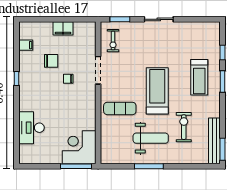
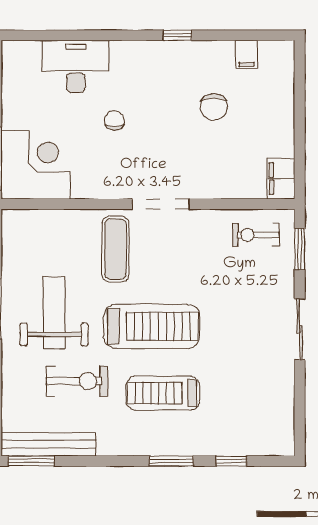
filing cabinet: (63, 28) -> (281, 179), moved
doorway: (98, 70) -> (161, 204), moved
treadmill: (199, 77) -> (163, 393), moved
chair: (68, 79) -> (114, 120), moved
weight bench: (151, 138) -> (54, 313), turned 180

